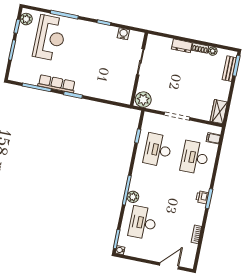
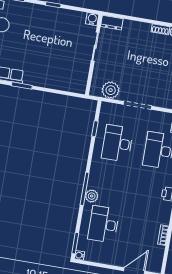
water cooler: (123, 34) -> (92, 19), moved
dresser: (182, 46) -> (112, 23), moved
plant: (143, 100) -> (111, 90), moved

